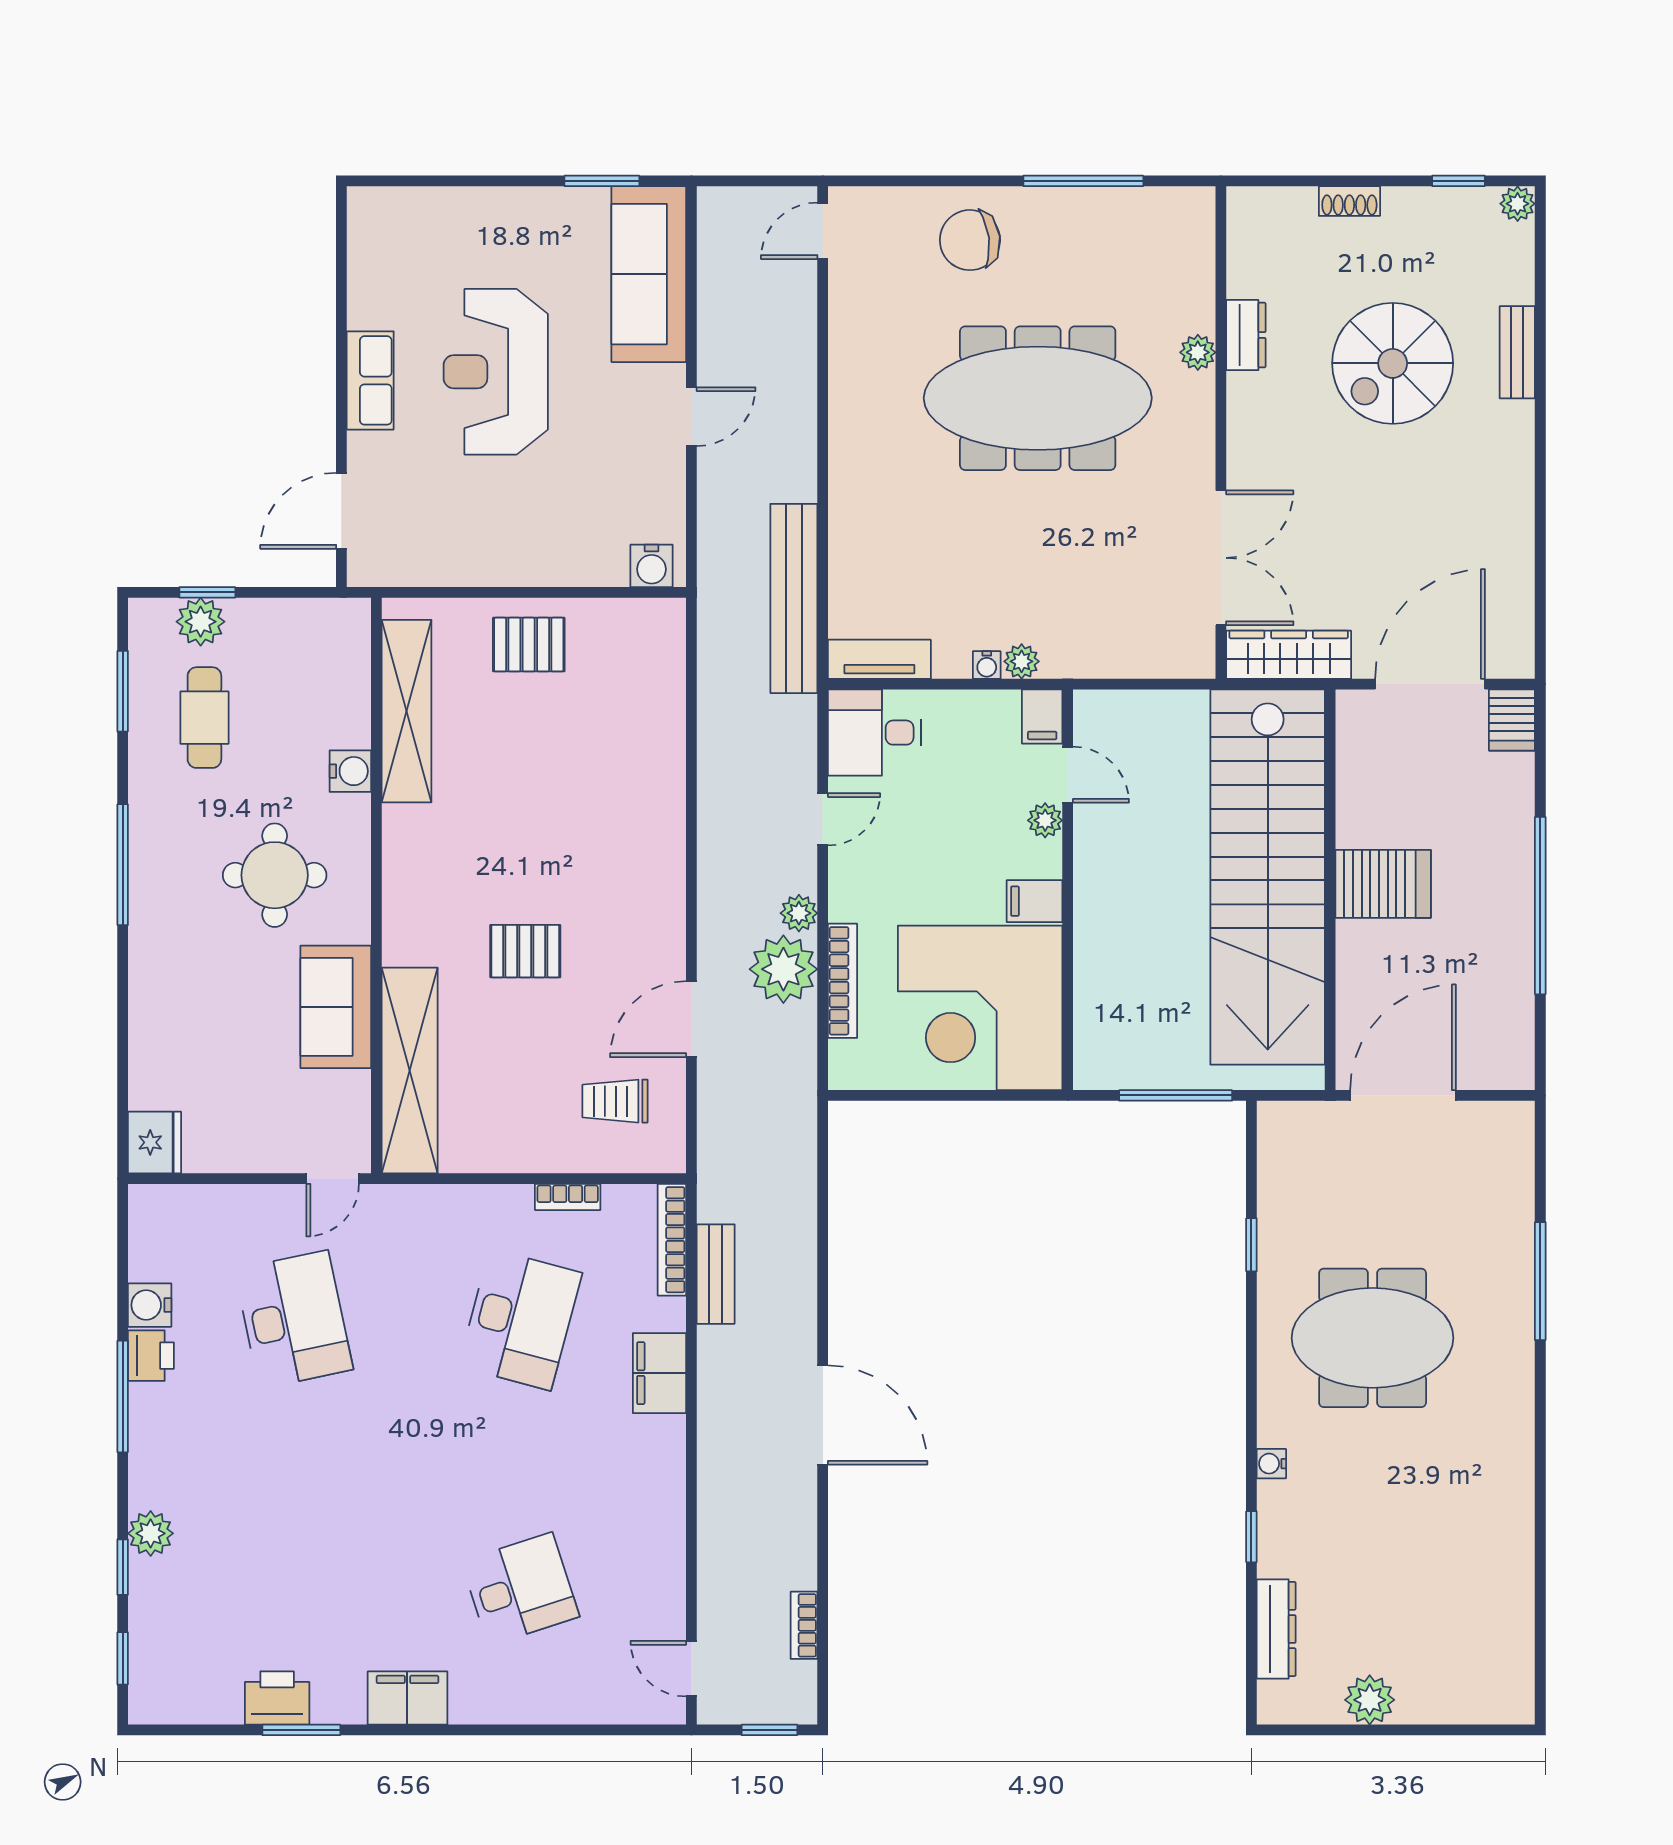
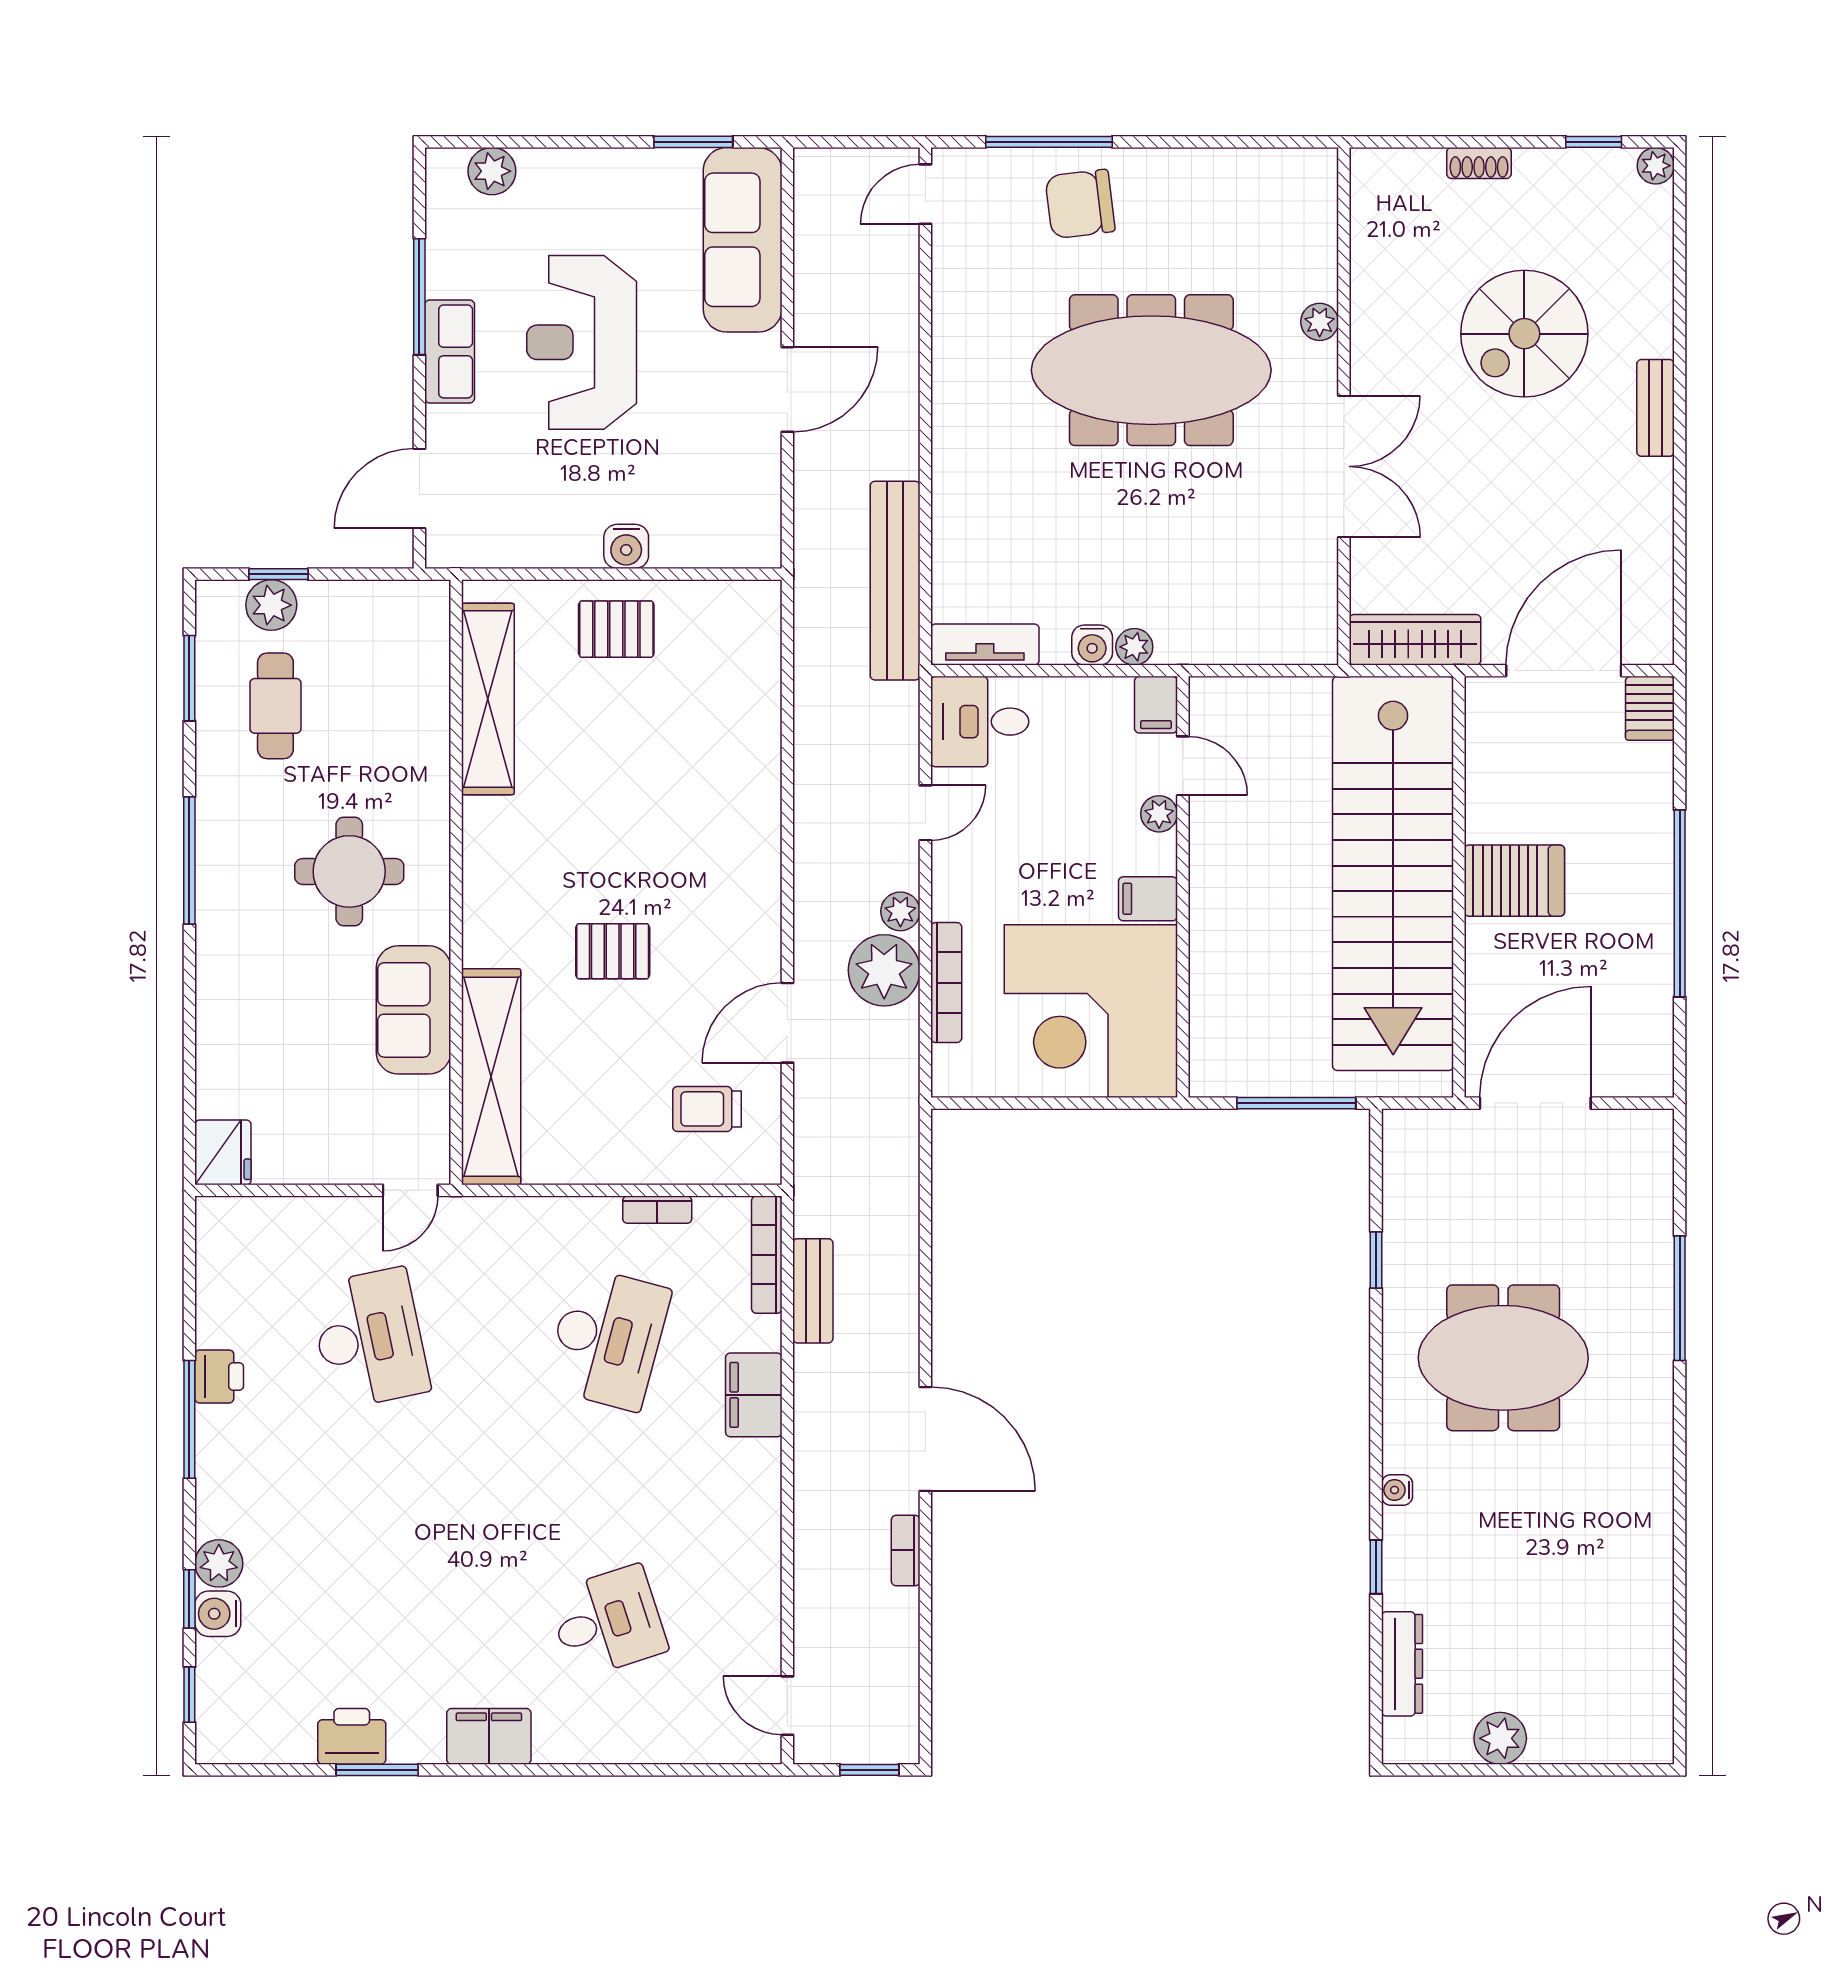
window: (1083, 181) -> (1049, 142), moved
plant: (410, 209) -> (492, 171), added
window: (341, 328) -> (419, 297), added
dresser: (1246, 335) -> (1370, 304), removed
bench: (1517, 352) -> (1655, 408), moved
door: (691, 417) -> (787, 390), width x1.38
double door: (1221, 558) -> (1344, 466), moved
water cooler: (652, 566) -> (626, 546), moved
water cooler: (987, 665) -> (1092, 645), width x1.38, depth x1.38
water cooler: (350, 771) -> (429, 762), removed
water cooler: (150, 1305) -> (218, 1614), moved
bookcase: (804, 1625) -> (906, 1550), moved

